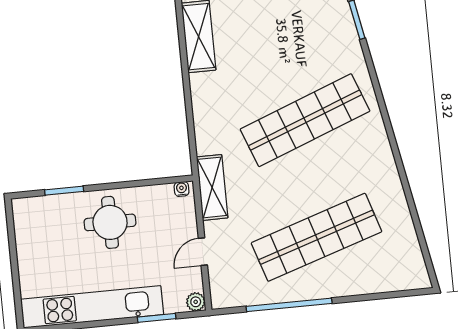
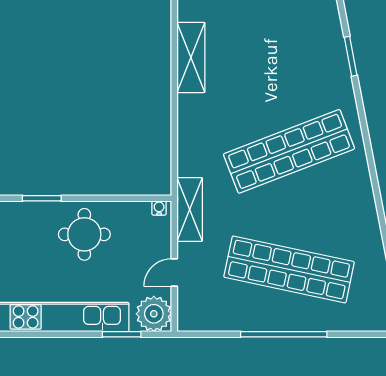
shop shelf: (317, 237) -> (289, 269), turned 30
plant: (196, 302) -> (154, 314), width x1.88, depth x1.88
window: (289, 305) -> (284, 334), moved

